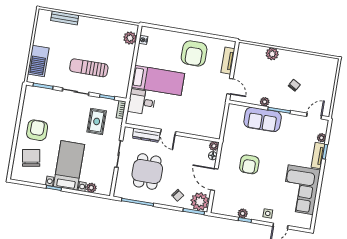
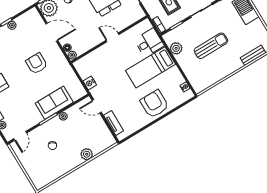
plant: (130, 38) -> (176, 48), moved
armchair: (194, 53) -> (154, 104), moved
sun lounger: (89, 68) -> (211, 46), moved
nightstand: (219, 111) -> (90, 83), added
dresser: (146, 135) -> (126, 22), removed

